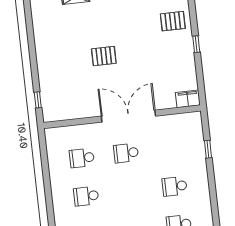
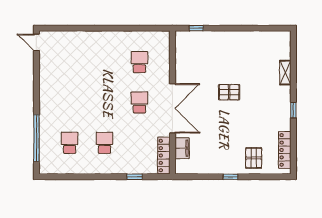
pallet: (104, 56) -> (229, 92), turned 90
filing cabinet: (188, 99) -> (182, 148), moved
locker: (181, 120) -> (164, 155), added
school desk: (86, 196) -> (104, 62), removed

